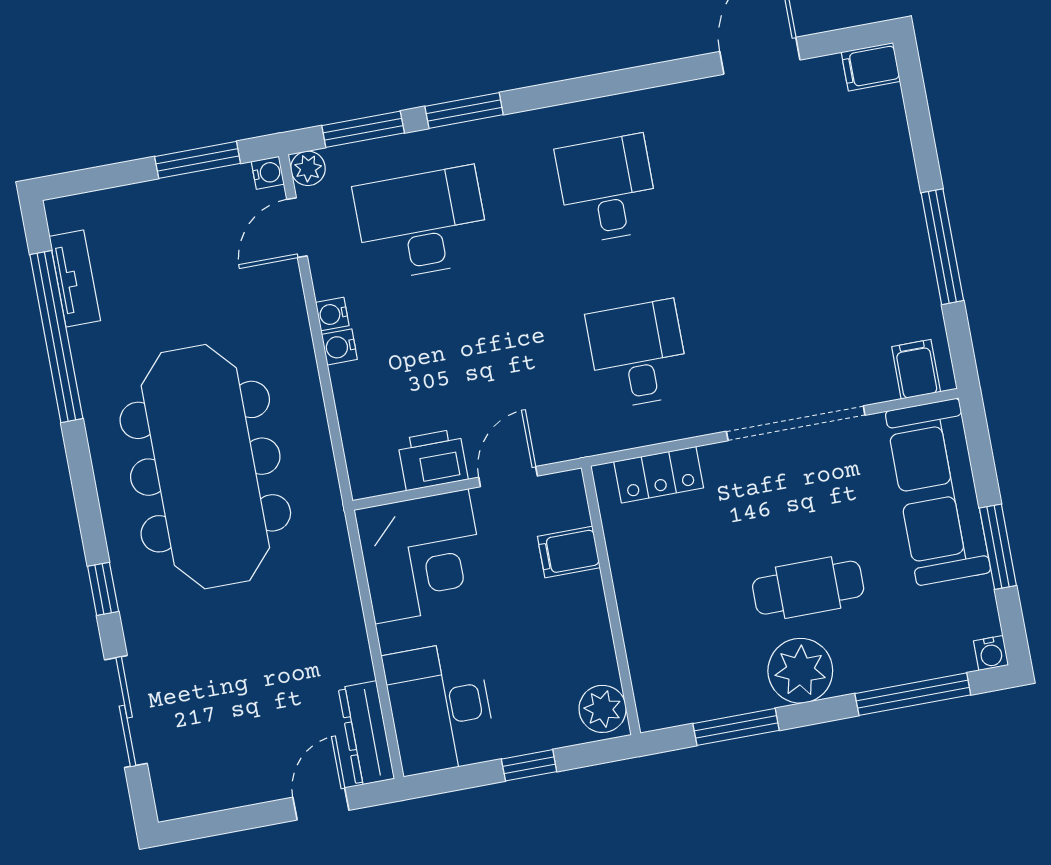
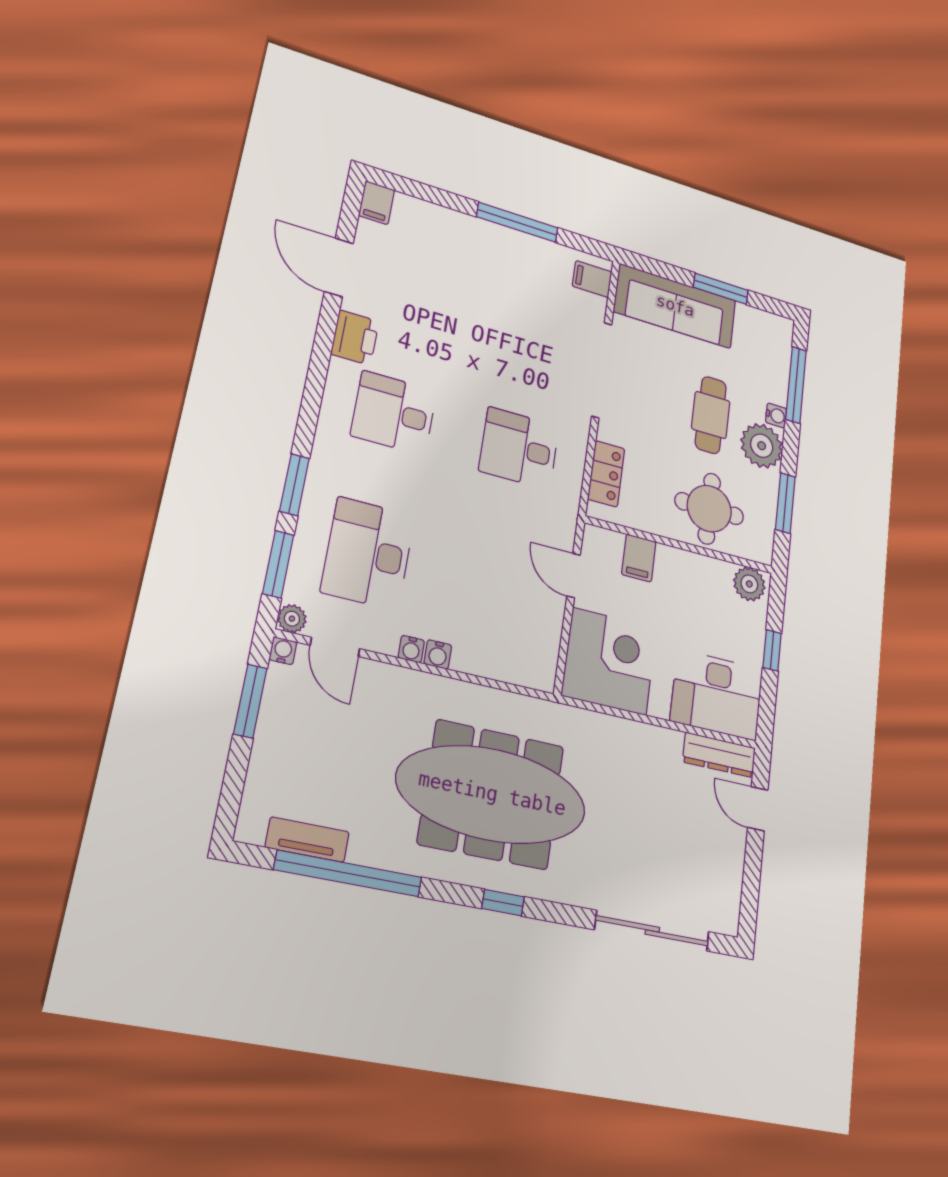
printer: (433, 460) -> (355, 338), moved, turned 180
window: (103, 589) -> (503, 903), moved
round table: (678, 625) -> (709, 509), added
water cooler: (991, 653) -> (776, 415), moved
sliding door: (126, 712) -> (652, 931), width x1.37

